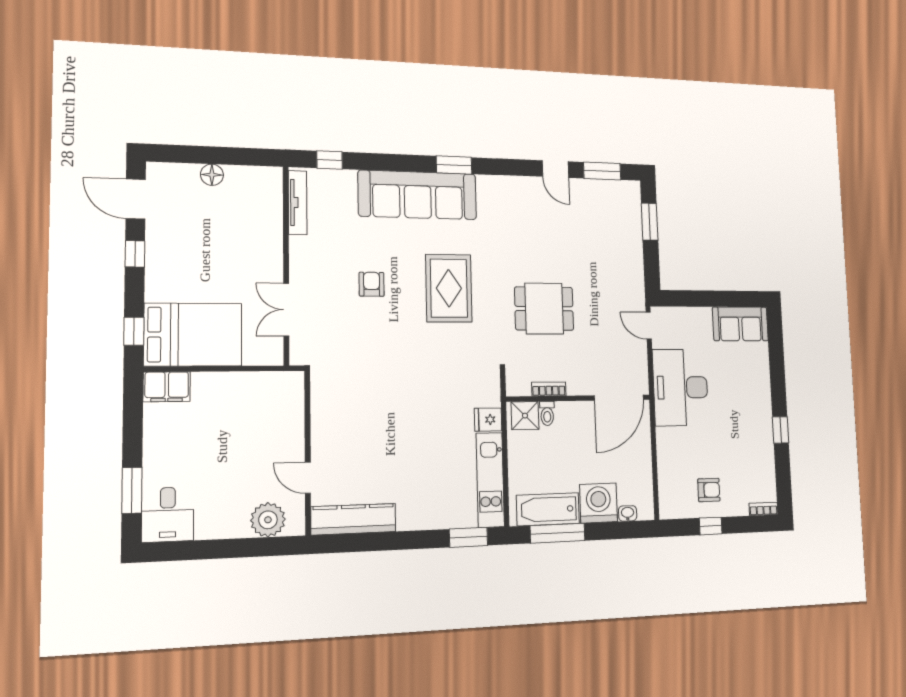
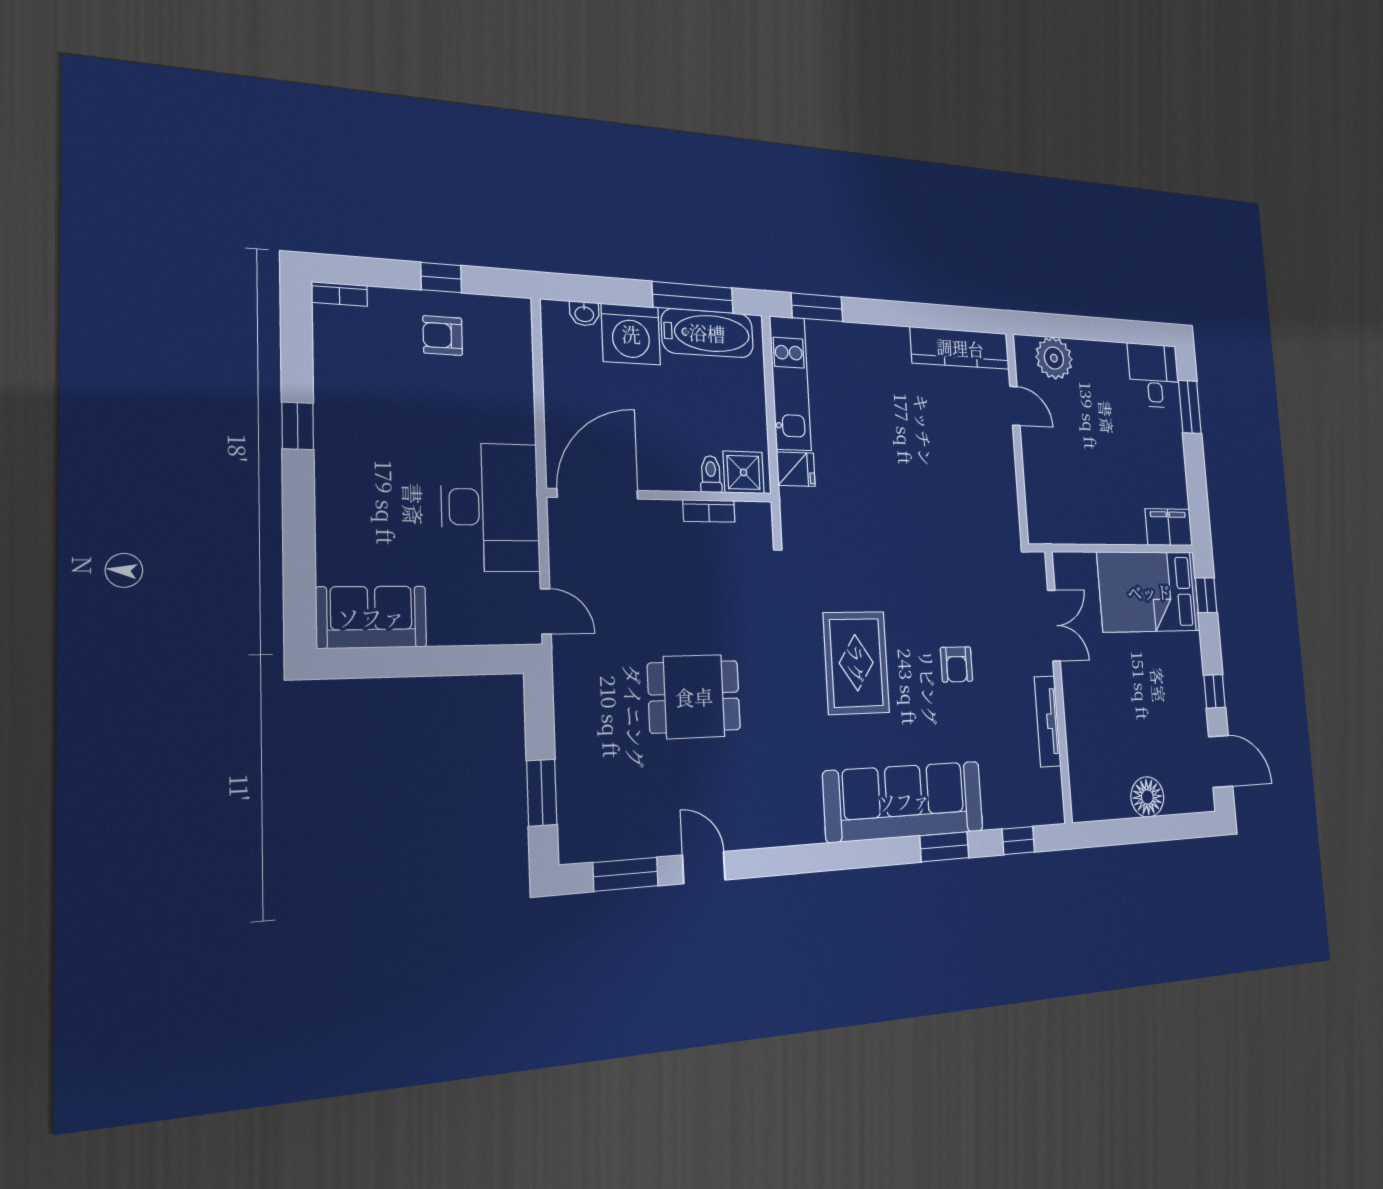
window: (454, 165) -> (944, 847), moved
floor lamp: (212, 175) -> (1147, 797), width x1.38, depth x1.38
tv unit: (298, 203) -> (1048, 721), moved
dining table: (544, 309) -> (694, 697), moved

